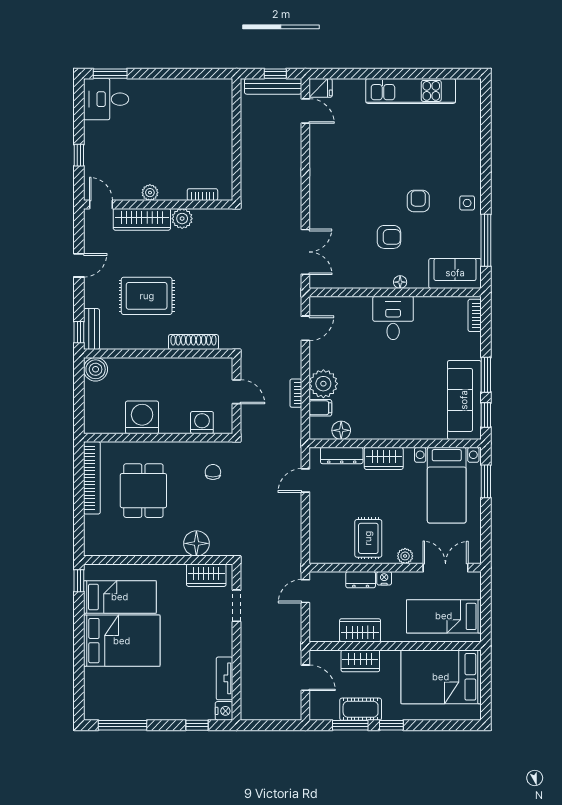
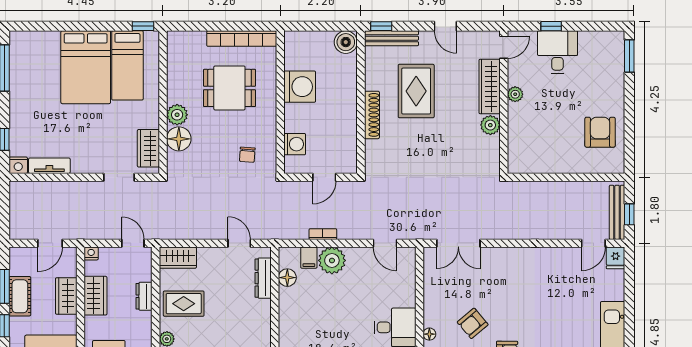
desk: (106, 99) -> (557, 52), moved
armchair: (190, 104) -> (600, 132), added
bookcase: (202, 195) -> (513, 145), removed
armchair: (389, 237) -> (473, 323), turned 50
bench: (92, 329) -> (391, 38), width x1.36
shoe rack: (193, 342) -> (372, 115), moved
wardrobe: (384, 458) -> (178, 258), moved, turned -90
chair: (213, 472) -> (247, 155), turned 94
plant: (171, 545) -> (177, 115), added
nightstand: (384, 578) -> (91, 253), moved, turned -90

